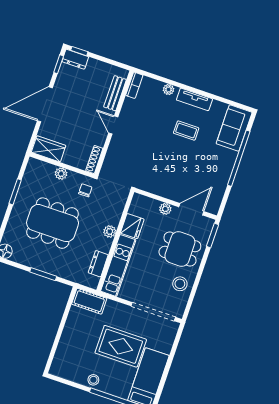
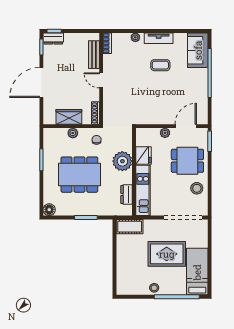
wardrobe: (49, 149) -> (69, 117), moved
plant: (110, 231) -> (122, 161), width x1.88, depth x1.88

